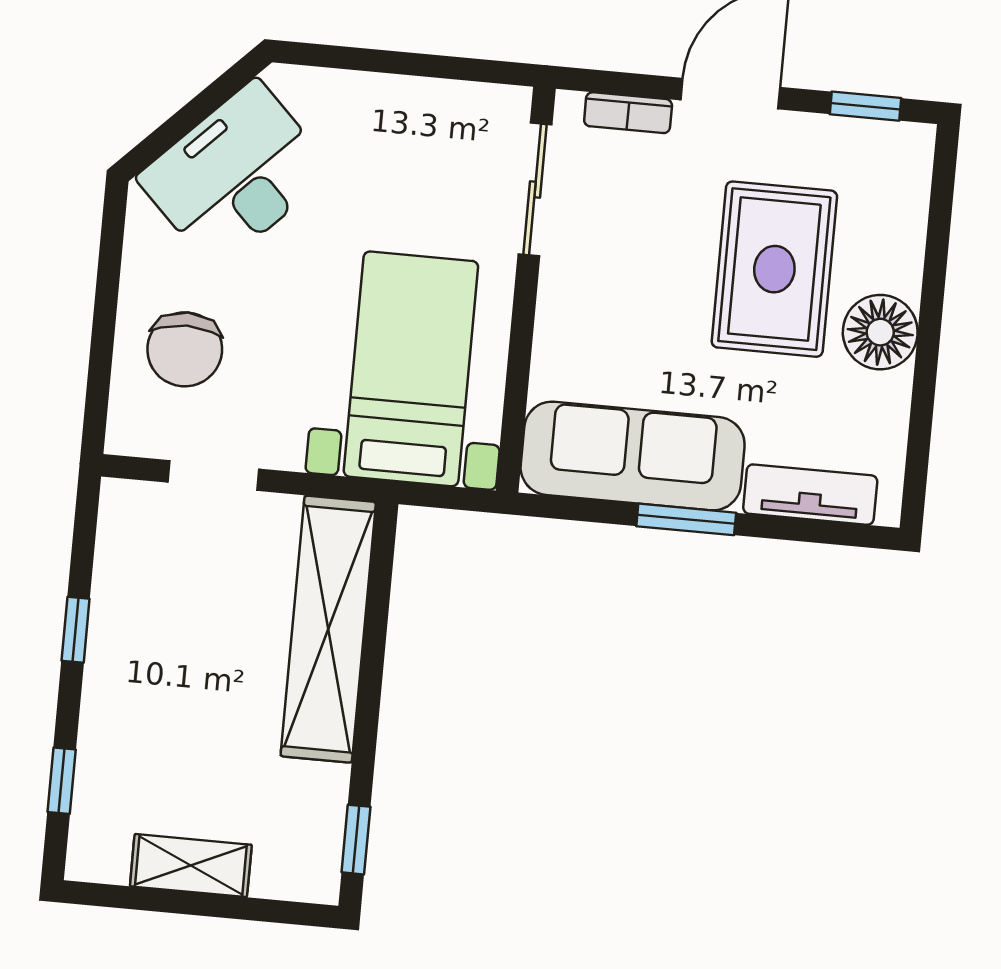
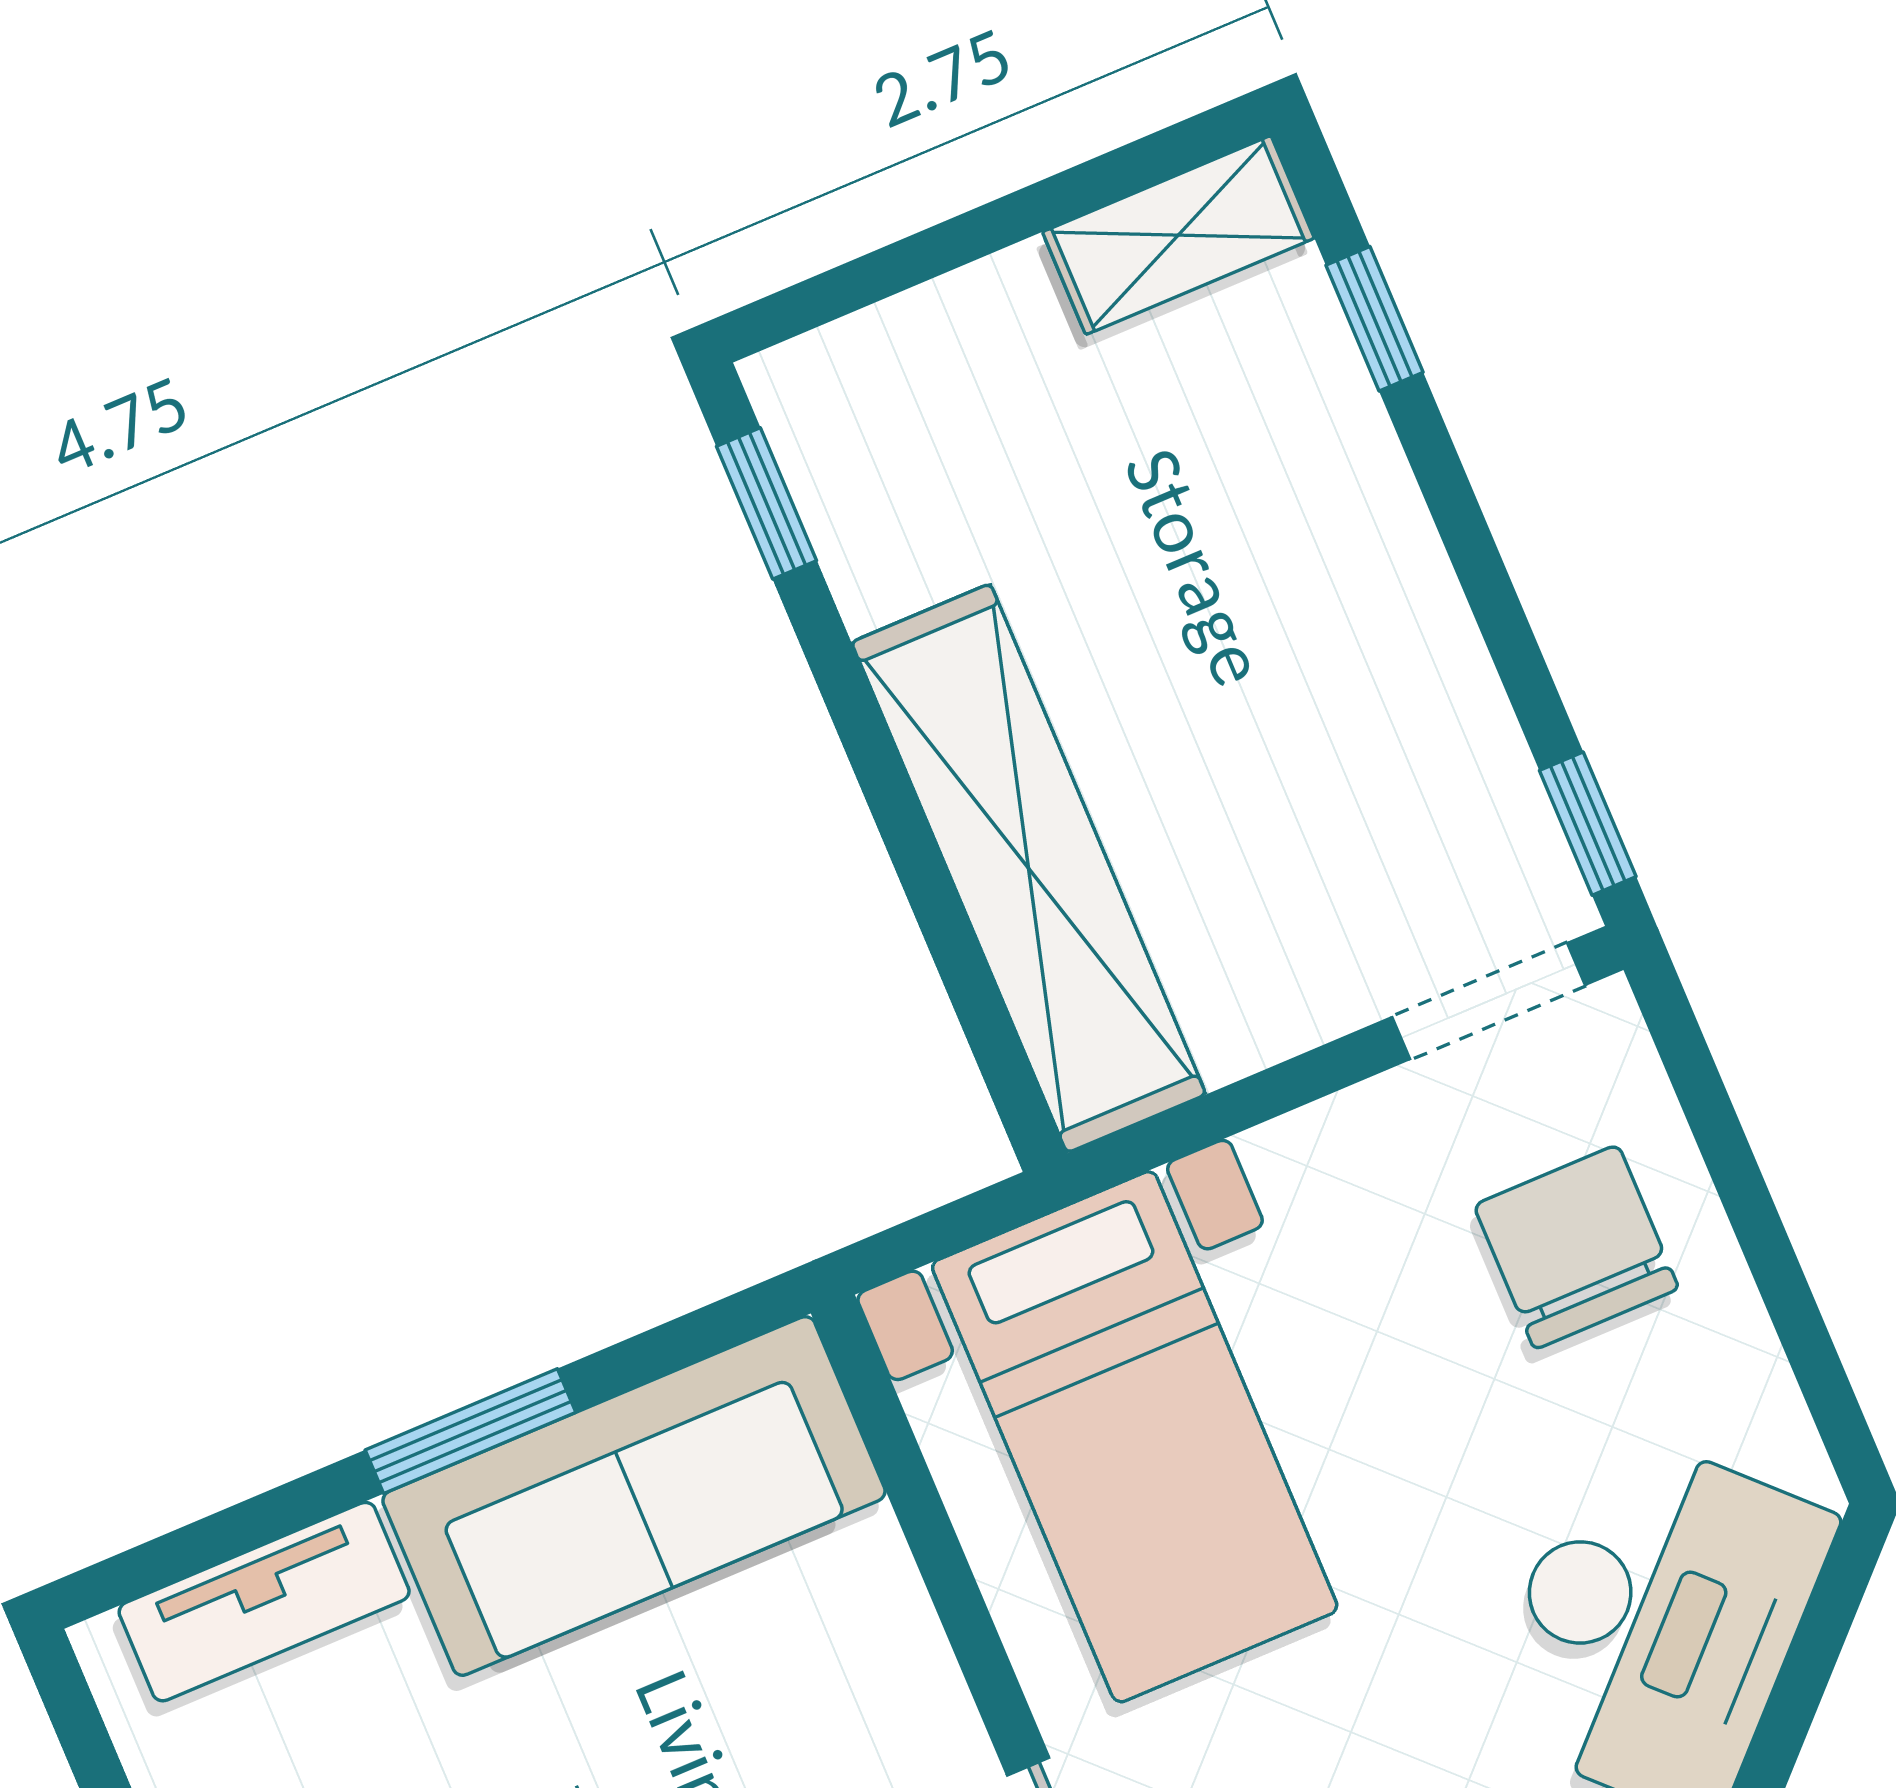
doorway: (213, 476) -> (1489, 1001), moved
window: (76, 630) -> (1588, 824), moved
shelving: (191, 866) -> (1178, 235), moved

